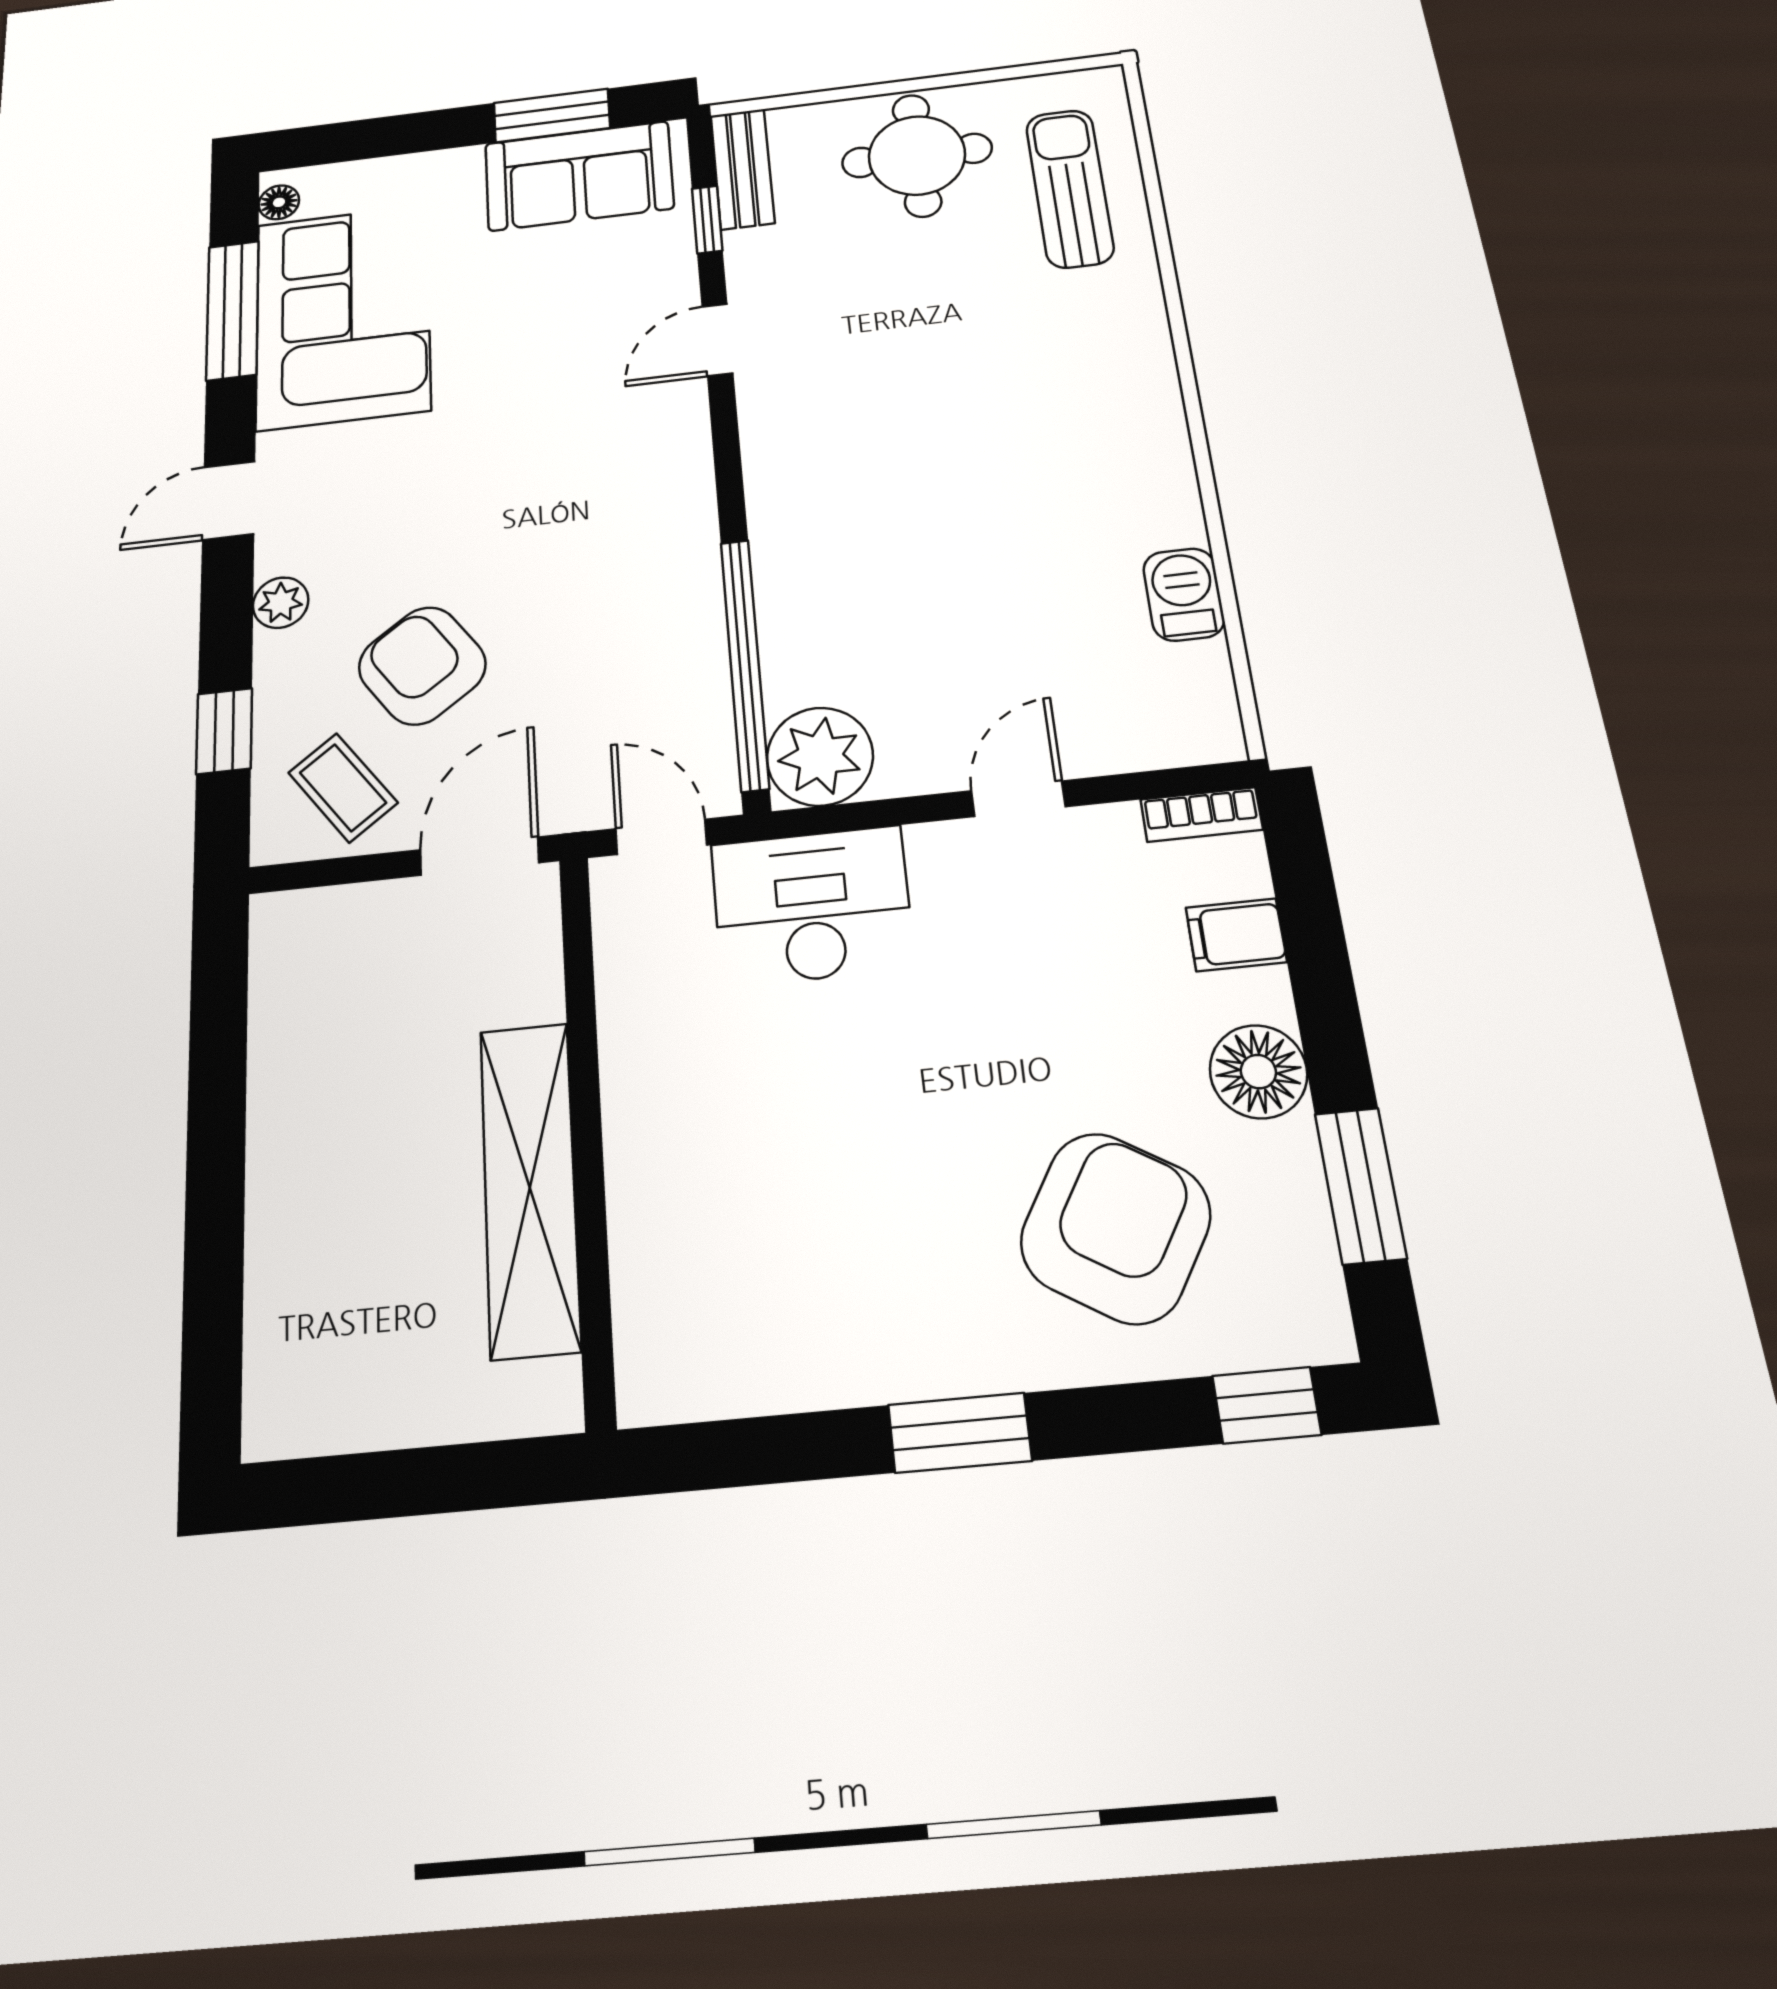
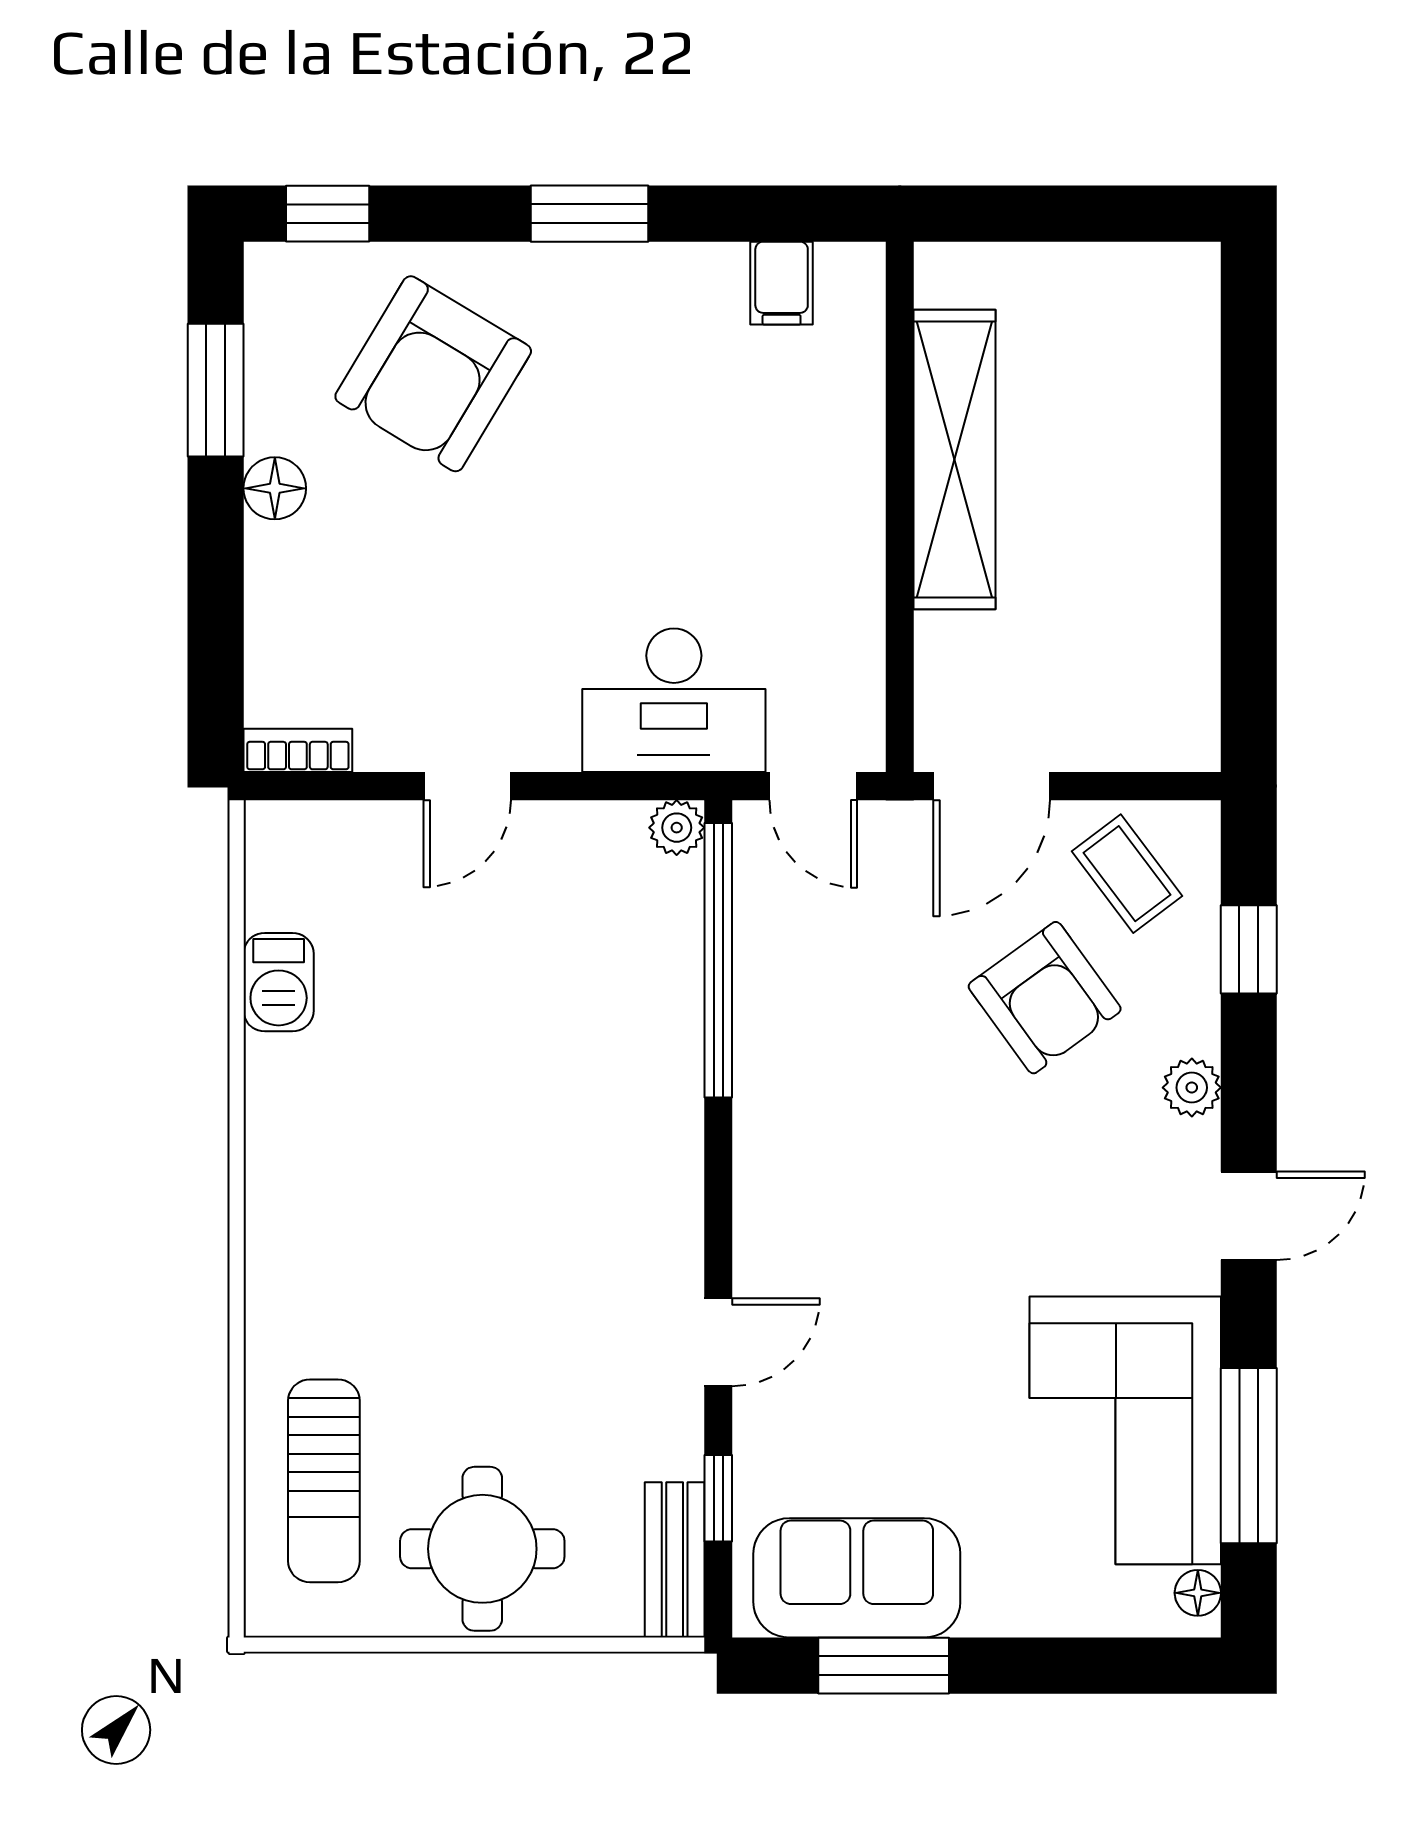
plant: (820, 756) -> (677, 828), width x0.53, depth x0.53
filing cabinet: (1236, 935) -> (782, 283), moved, turned 90
floor lamp: (1258, 1072) -> (275, 488), width x0.73, depth x0.73

